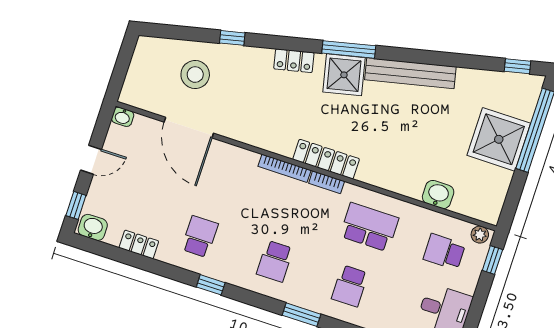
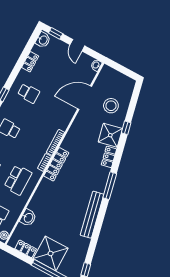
shower: (344, 75) -> (110, 135), moved
locker: (499, 189) -> (26, 249), added

